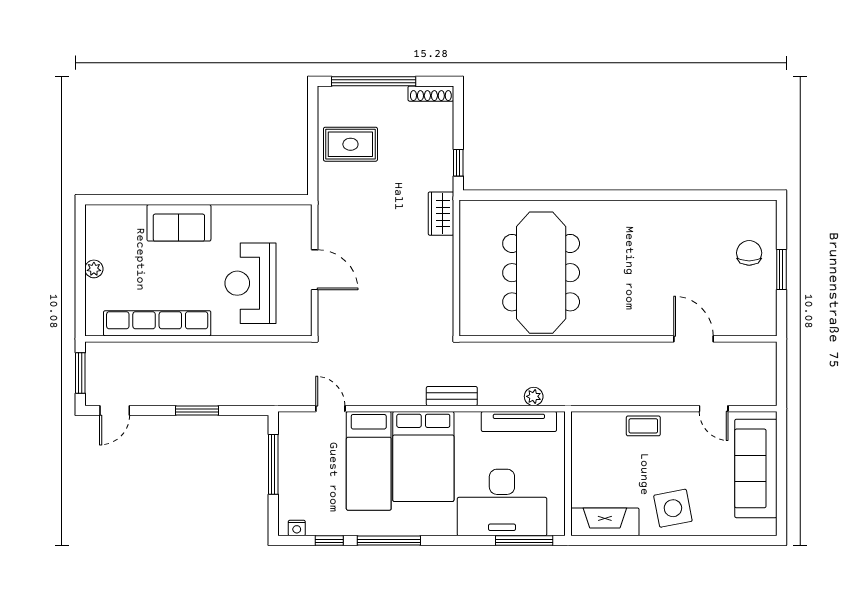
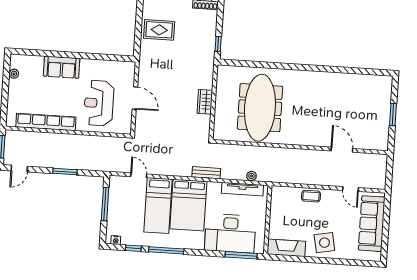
wardrobe: (441, 214) -> (205, 102), moved
chair: (749, 253) -> (376, 104), removed
plant: (94, 269) -> (14, 74), moved

